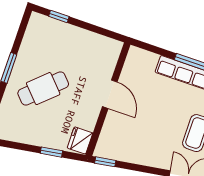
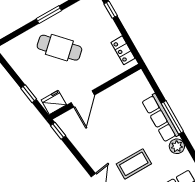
locker: (101, 42) -> (123, 50), added
door: (110, 94) -> (83, 99), moved

